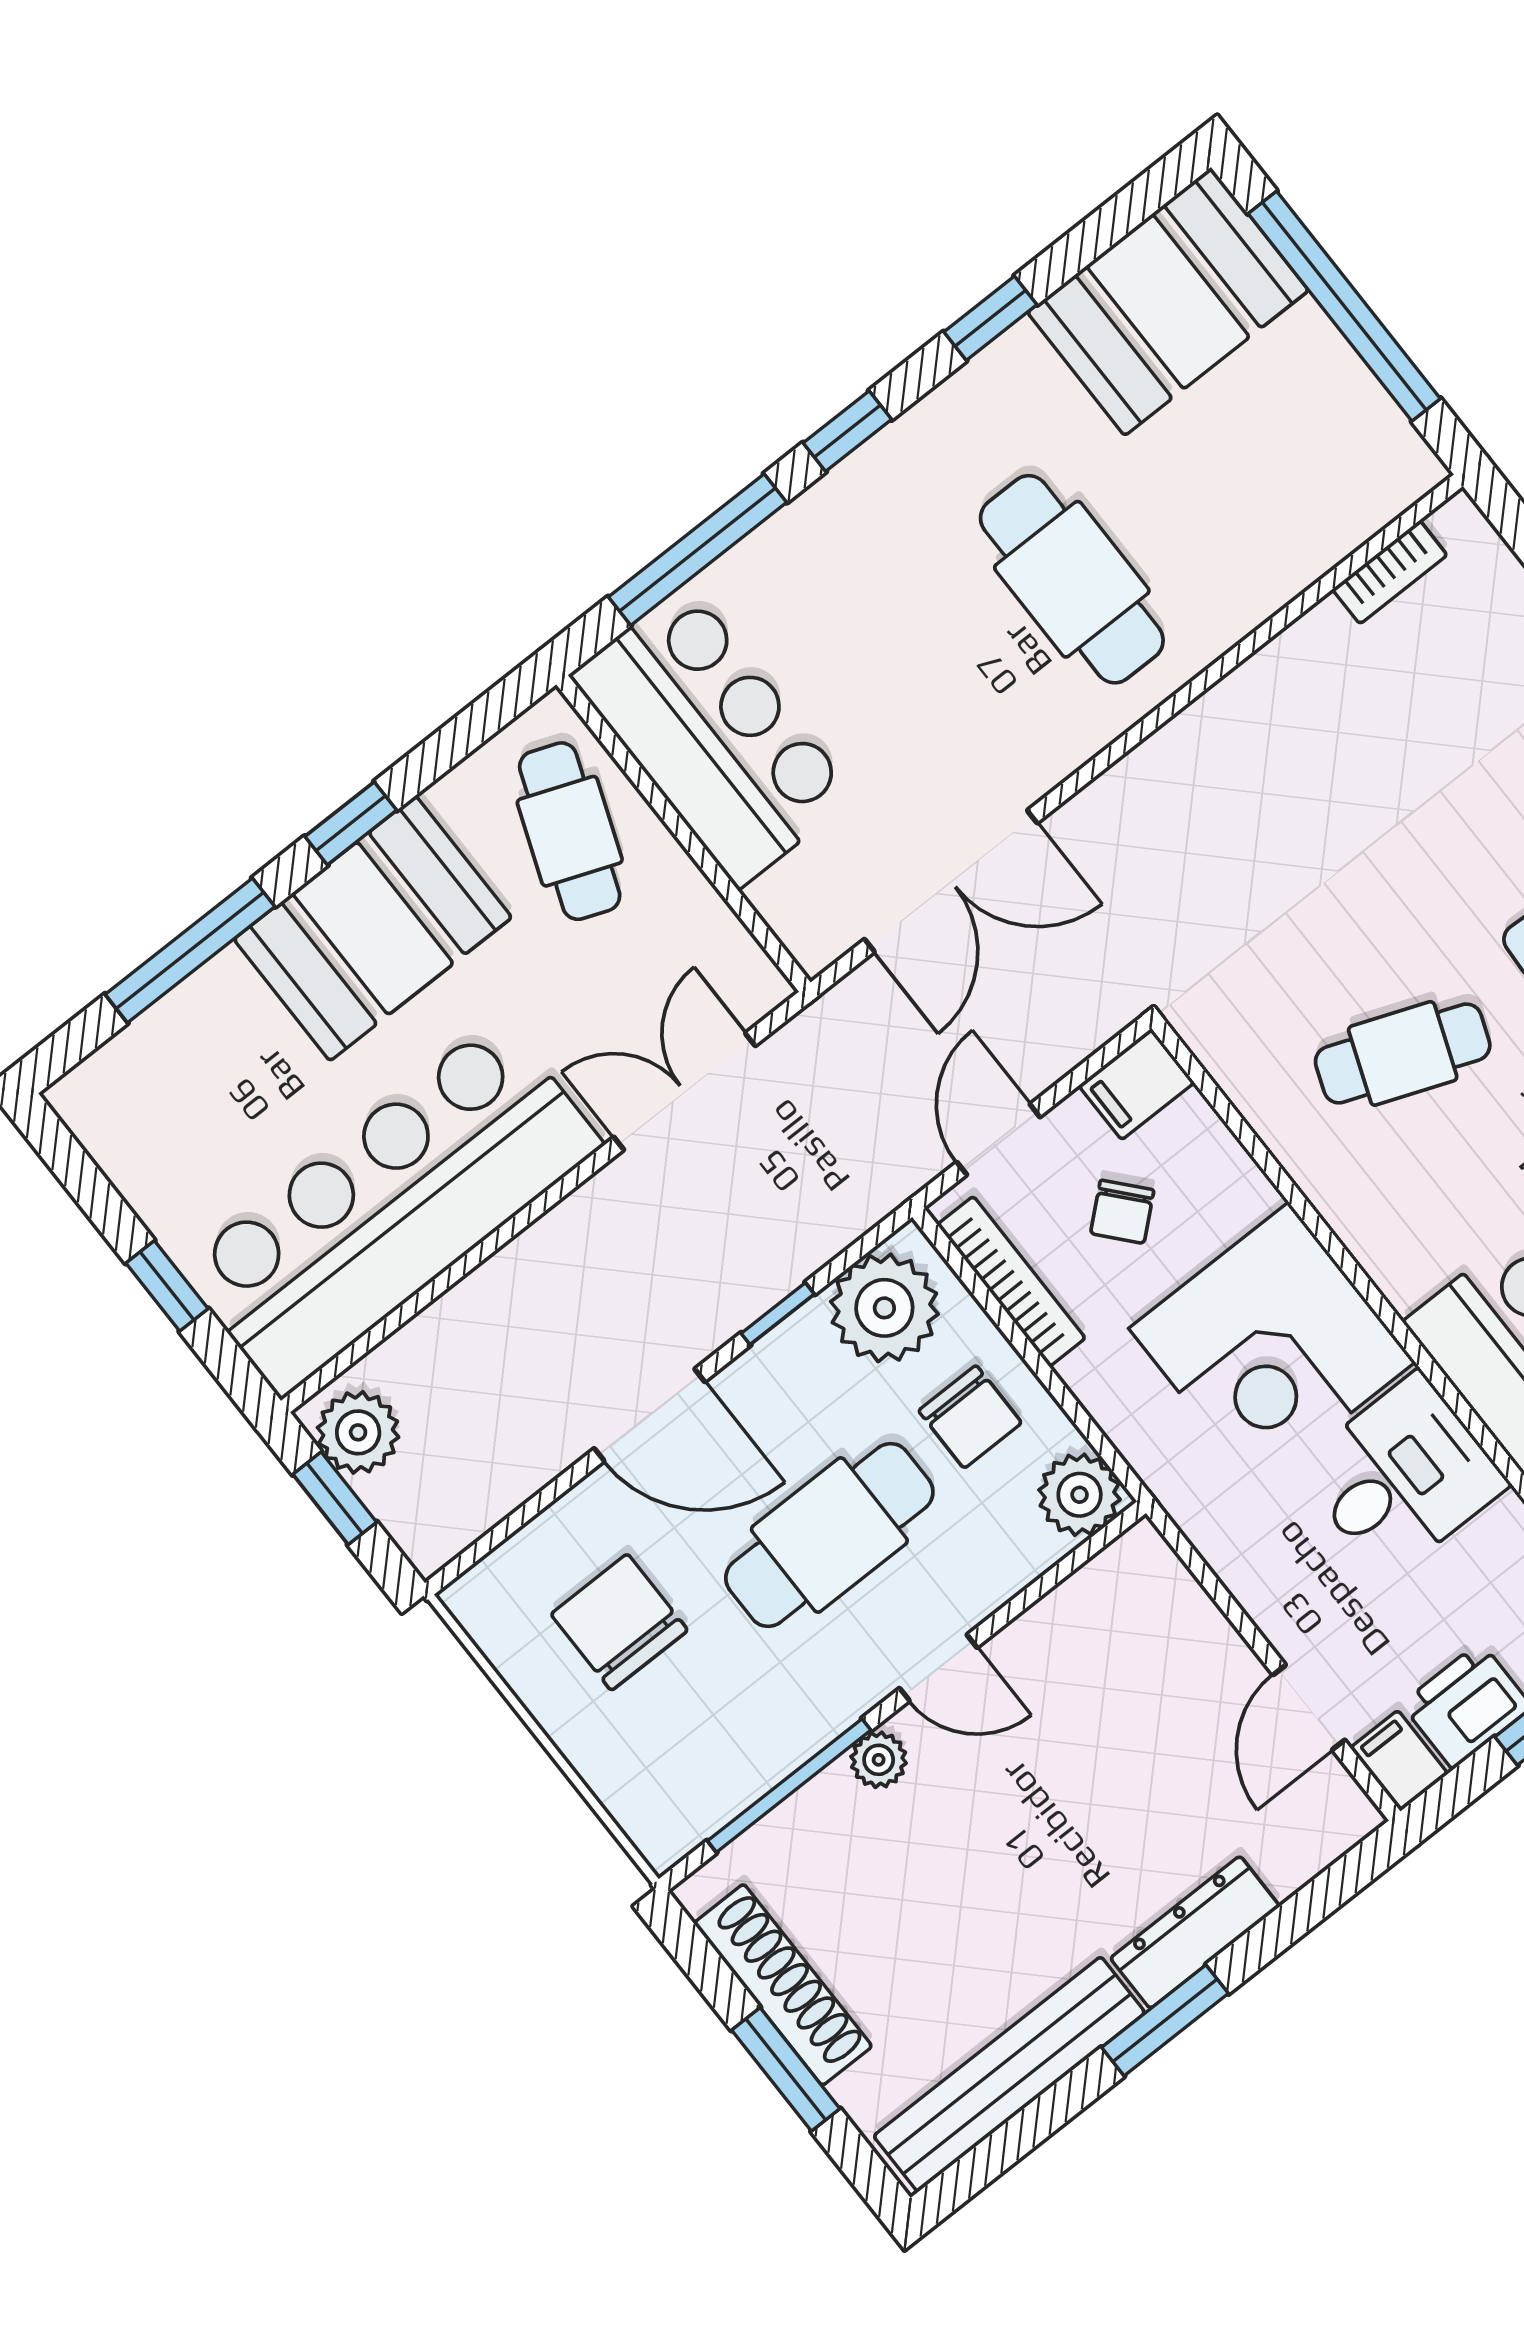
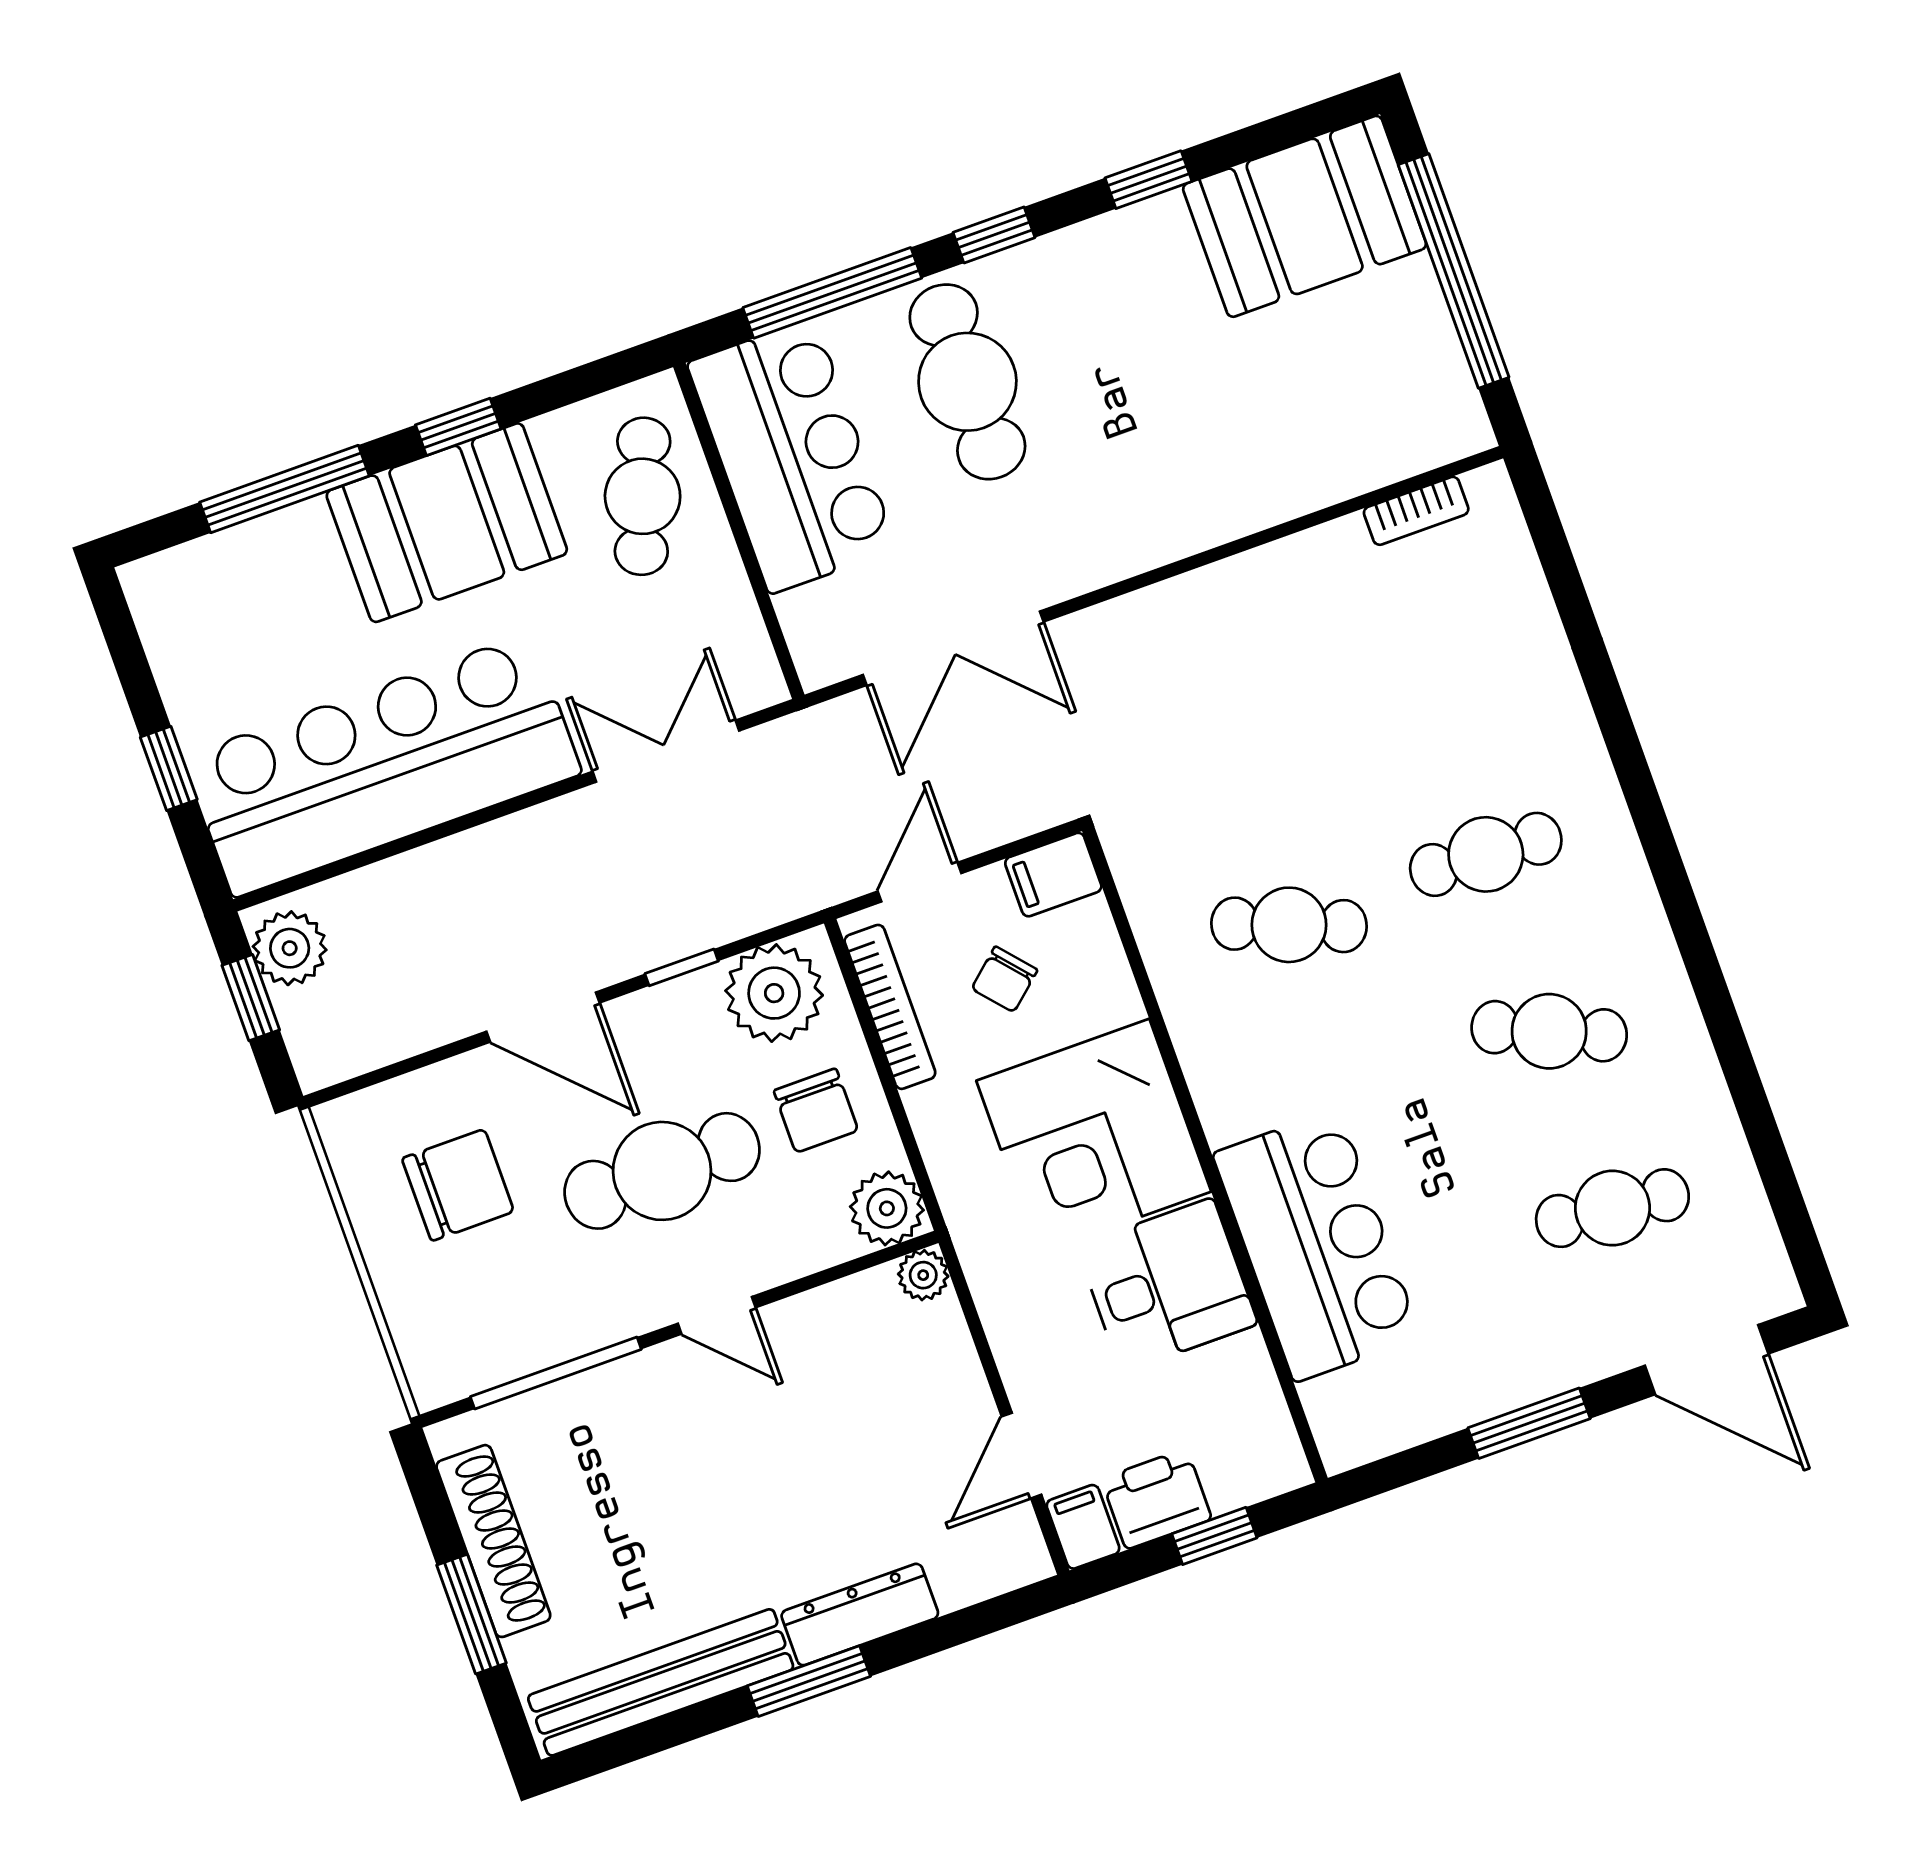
cafe table: (1072, 579) -> (967, 382), moved
chair: (619, 1622) -> (458, 1185), turned 90
plant: (879, 1760) -> (923, 1275), moved

